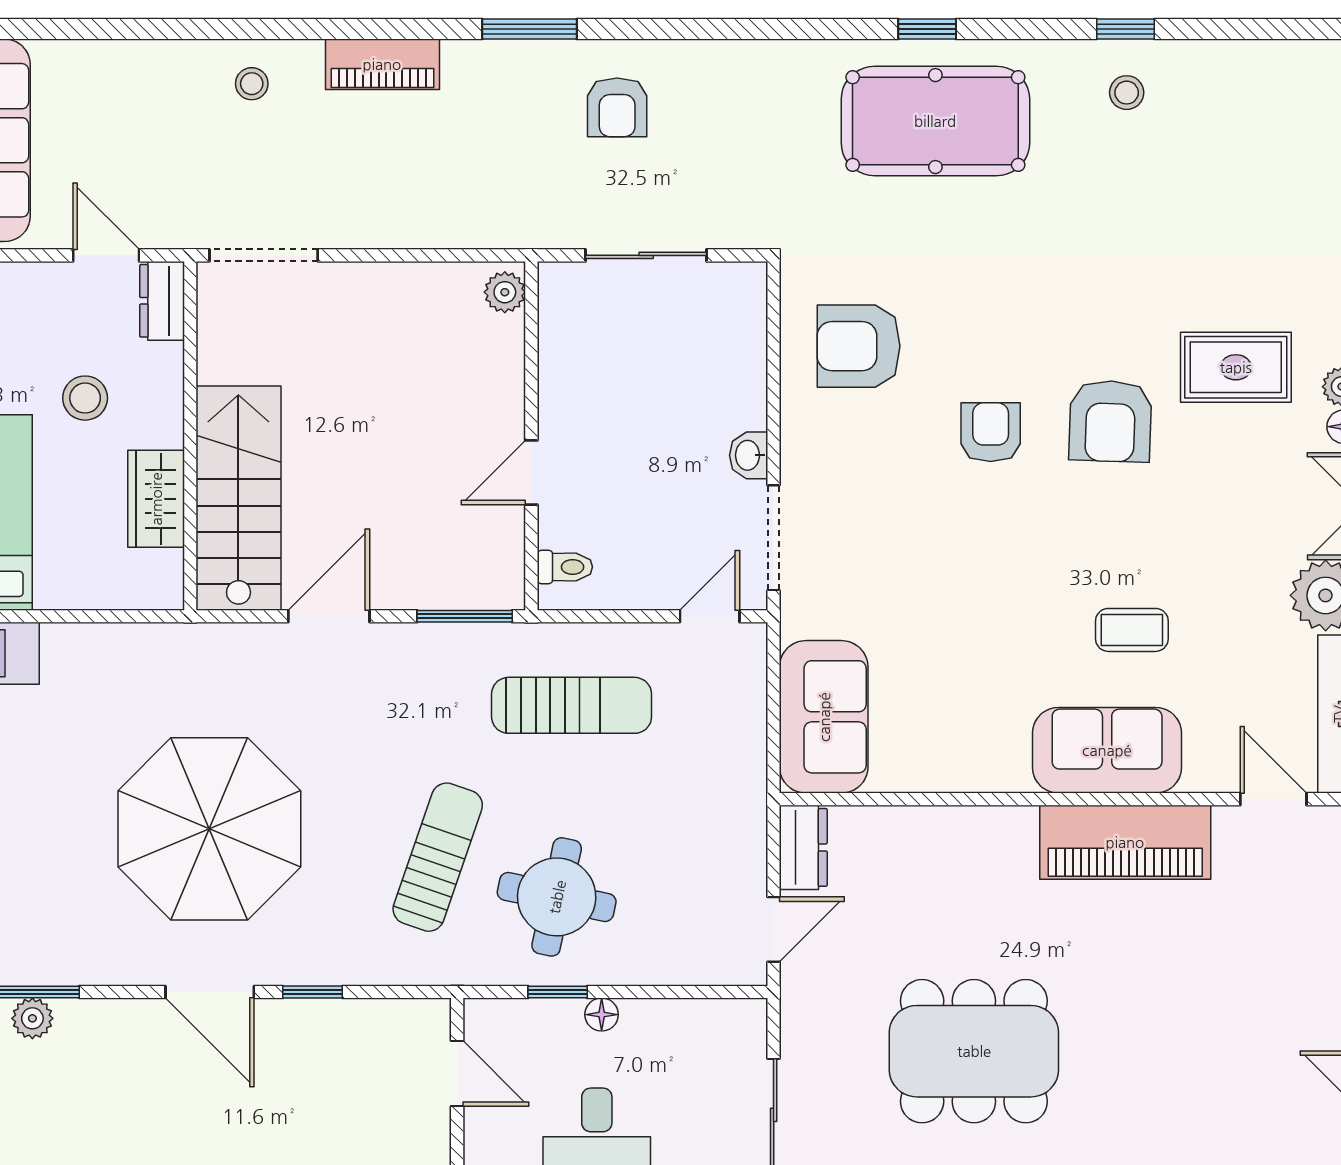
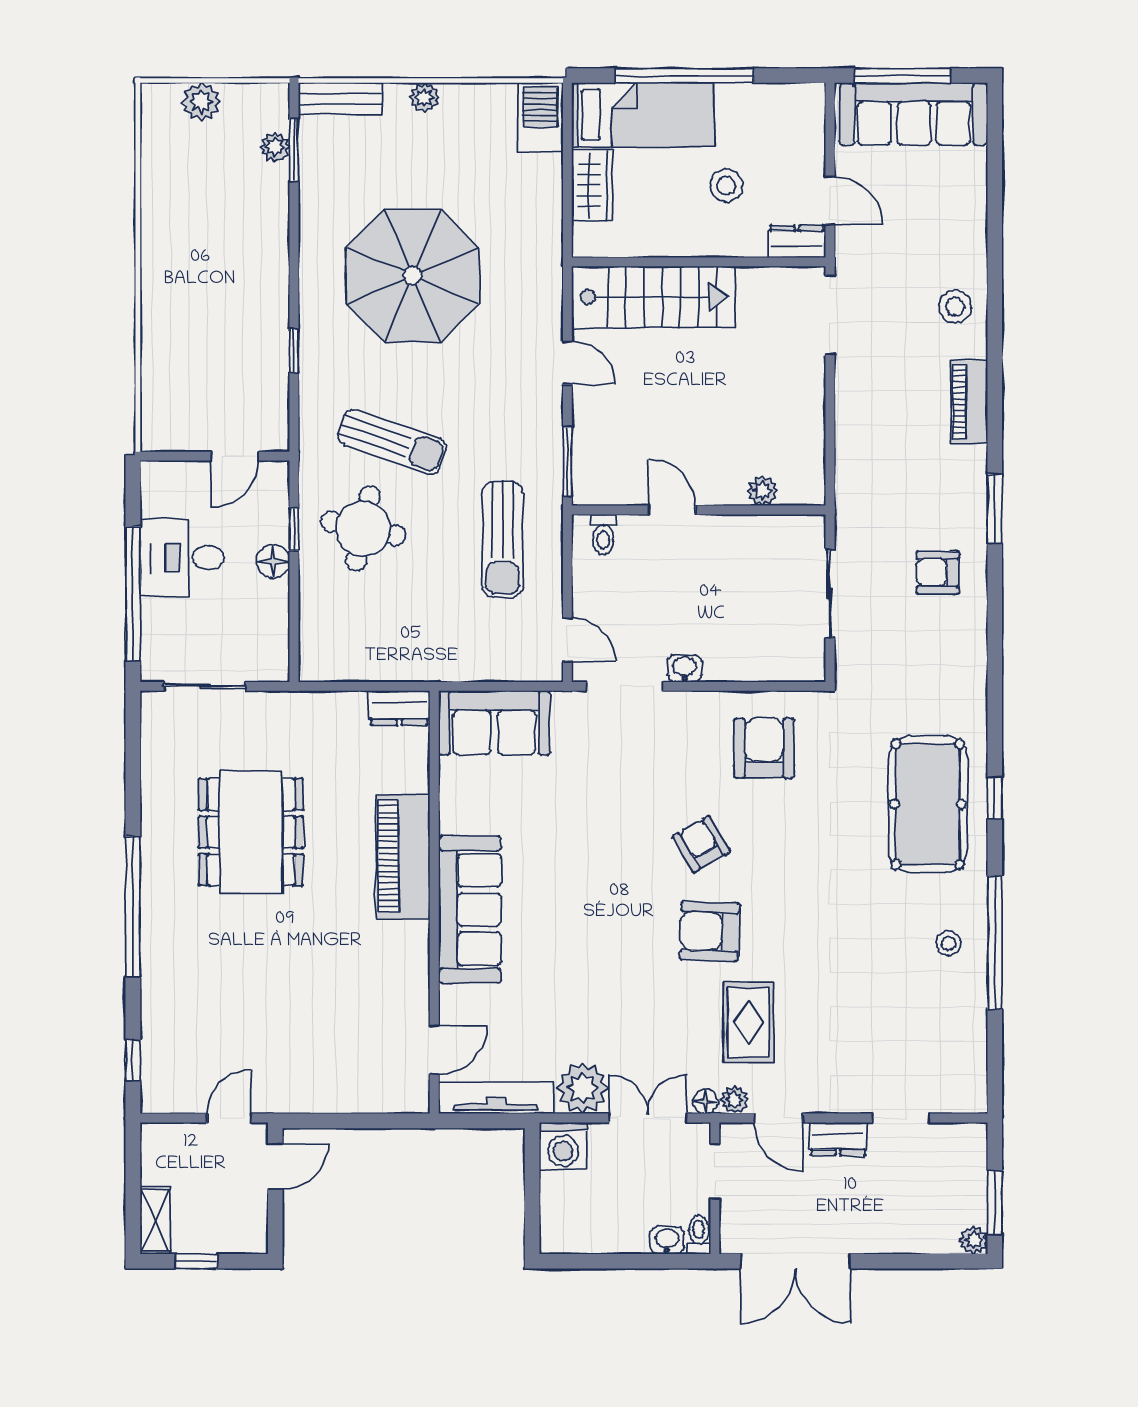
window: (1126, 29) -> (995, 943), width x3.17
stool: (252, 84) -> (955, 307), width x1.37, depth x1.37
door: (106, 255) -> (830, 201), hinge flipped
plant: (505, 292) -> (763, 491), moved
armchair: (991, 432) -> (701, 844), turned -120
wardrobe: (156, 499) -> (592, 185), moved, turned 90
door: (329, 616) -> (567, 363), width x0.73
coffee table: (1132, 630) -> (557, 947), removed
sofa: (1107, 750) -> (470, 910), width x1.36
piano: (1125, 842) -> (403, 856), moved
door: (774, 929) -> (340, 686), removed
door: (210, 992) -> (294, 276), removed
floor lamp: (602, 1015) -> (273, 561), width x1.37, depth x1.37

